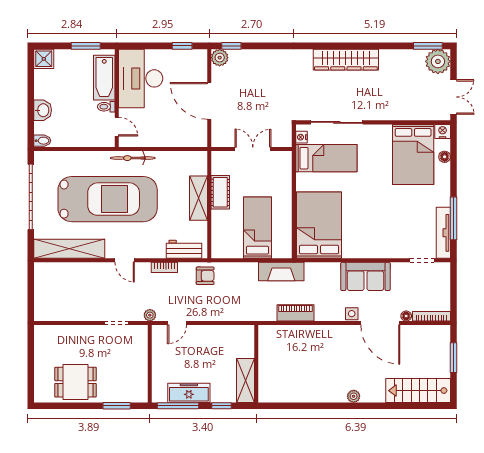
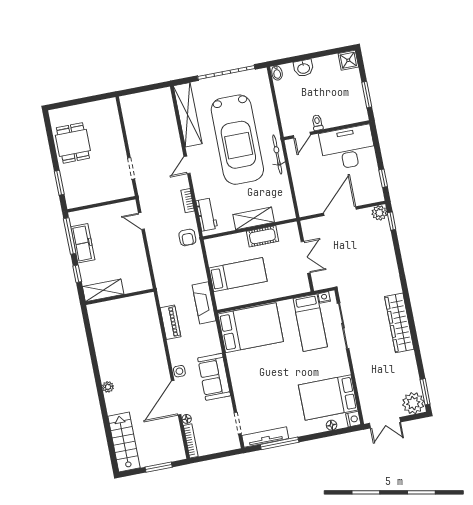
bathtub: (104, 78) -> (342, 116), removed
plant: (150, 315) -> (144, 196), removed

